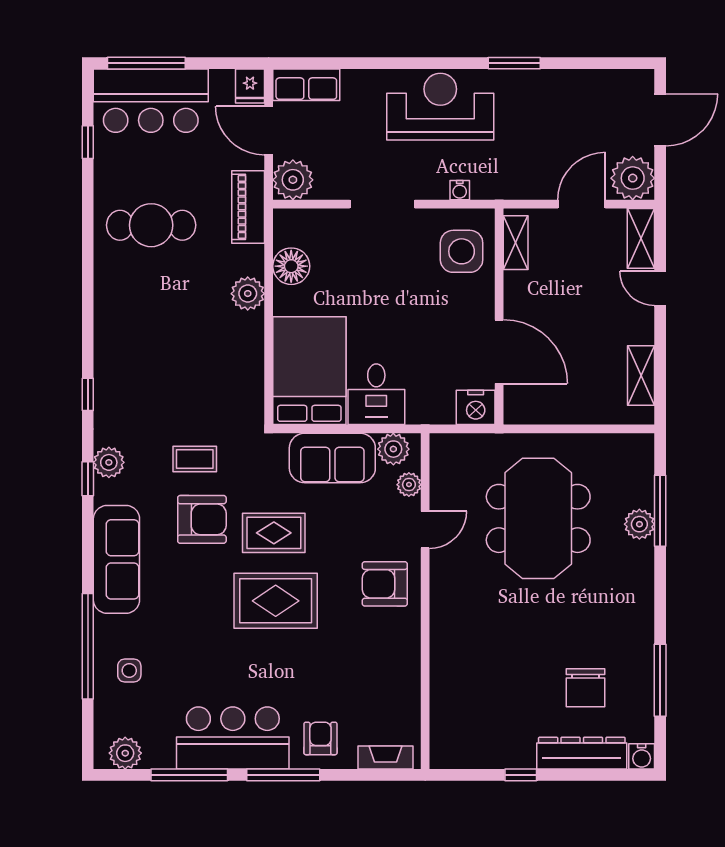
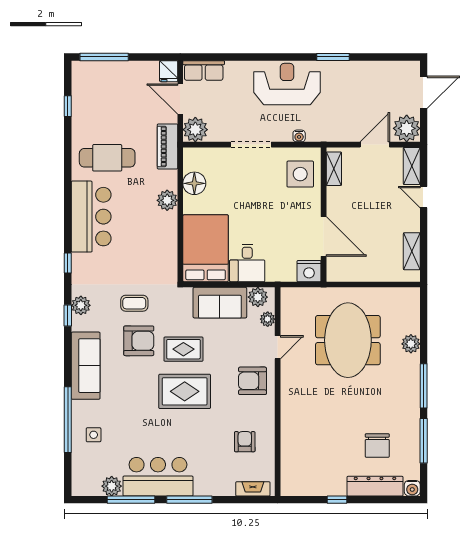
bar counter: (151, 101) -> (91, 217), moved, turned -90
window: (660, 511) -> (424, 386), moved
armchair: (320, 738) -> (245, 442), moved
plant: (125, 753) -> (112, 486), moved

